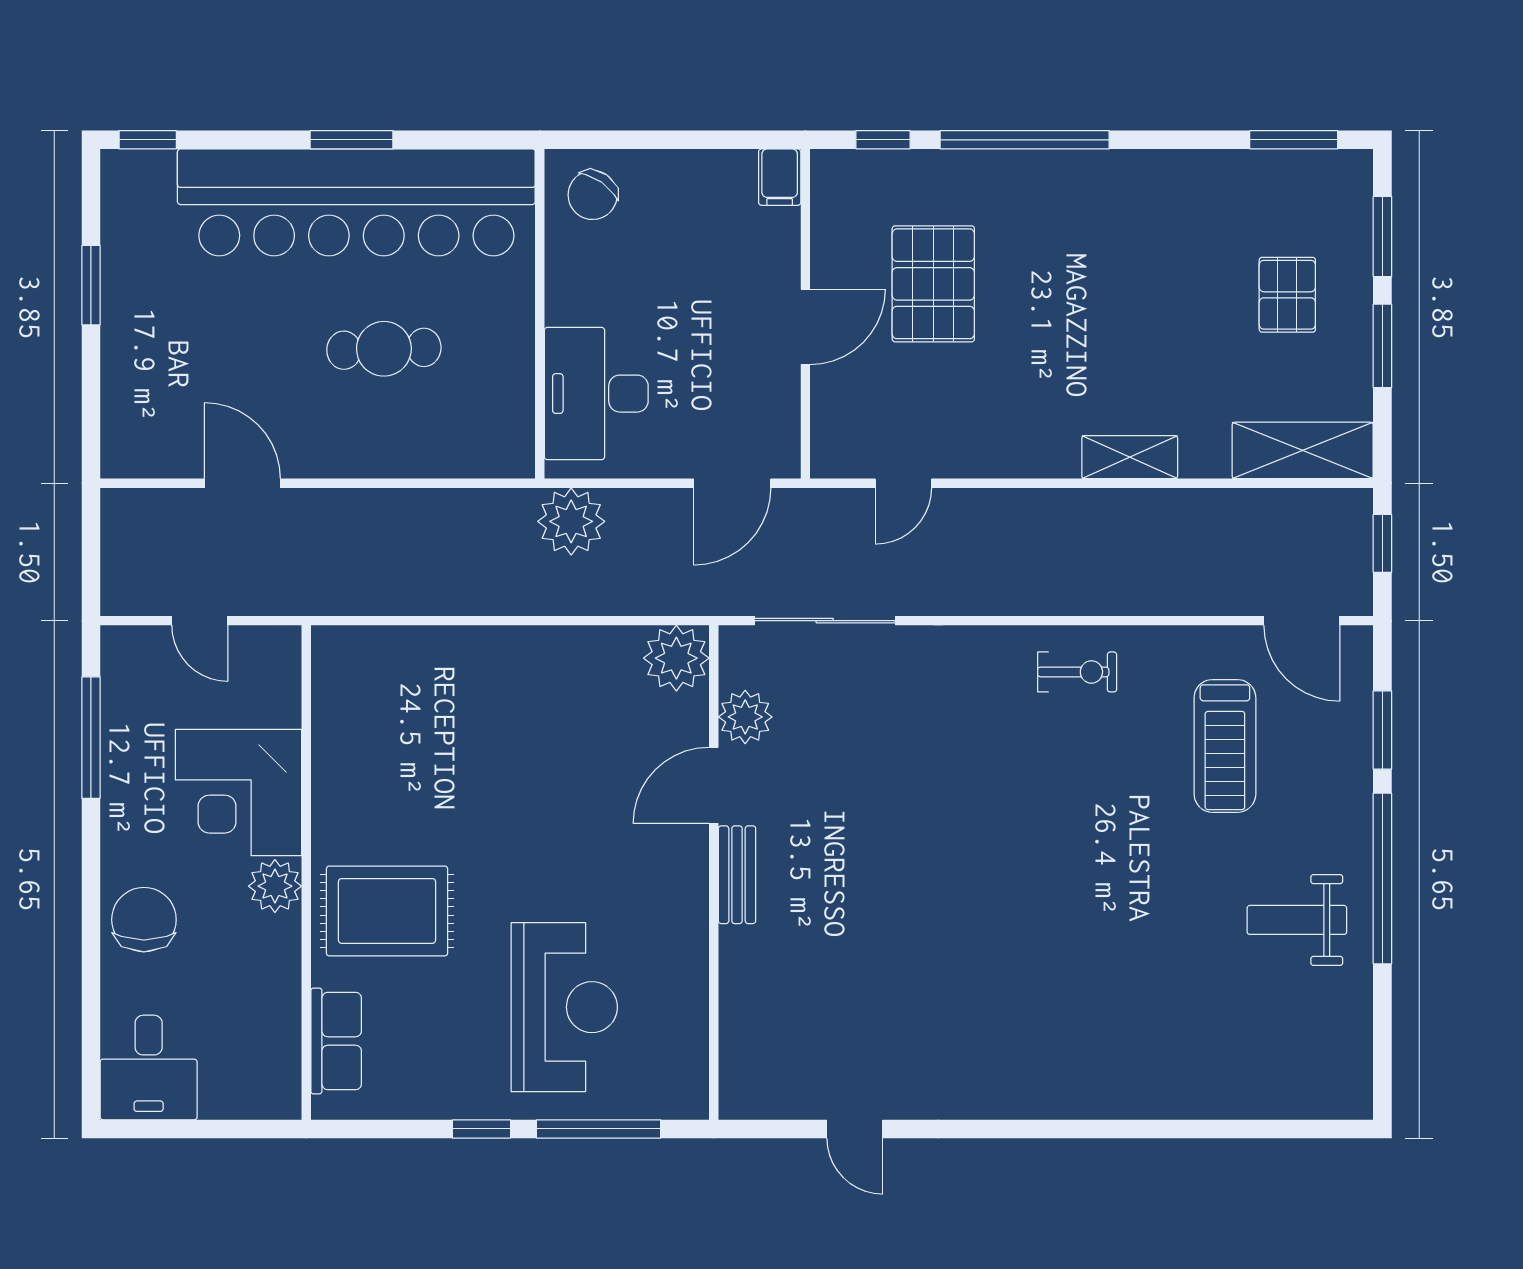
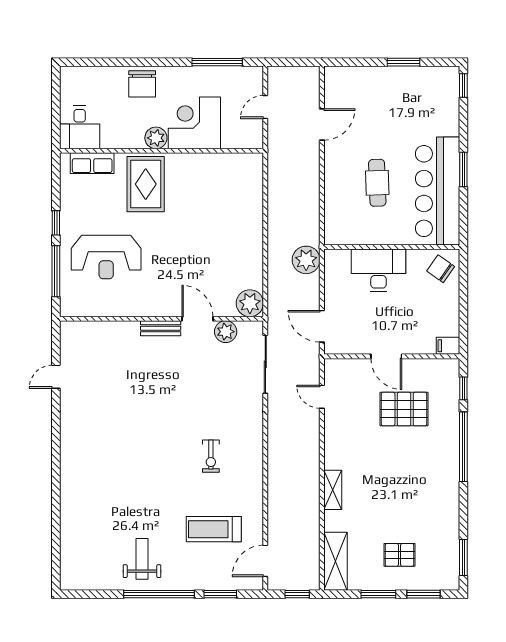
bar counter: (356, 202) -> (438, 191), width x0.73
desk: (596, 394) -> (379, 270), moved
exercise bike: (1077, 672) -> (211, 456), moved
chair: (144, 920) -> (142, 84), turned 90
desk: (149, 1068) -> (80, 127), moved, turned -90

